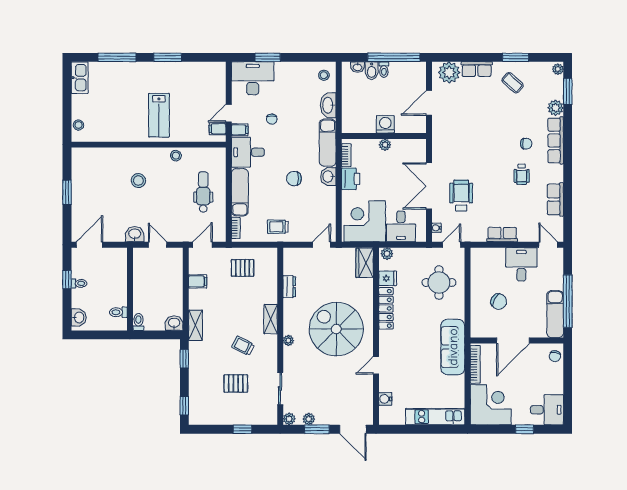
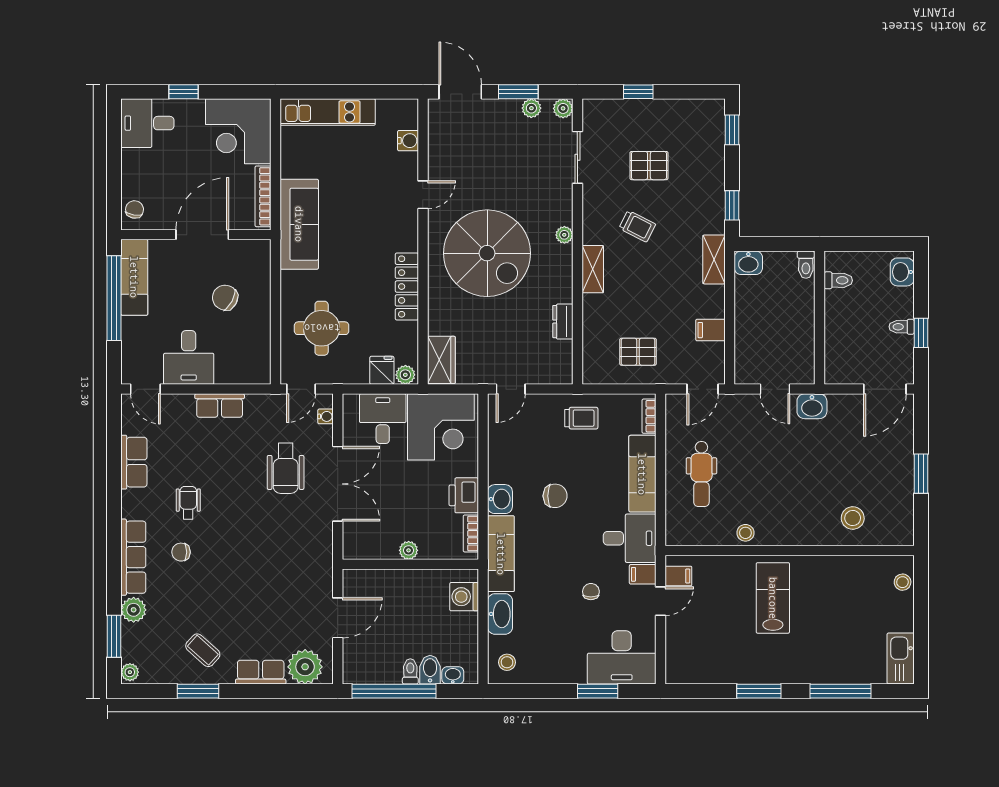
washing machine: (385, 124) -> (464, 597), moved, turned 90
stool: (138, 181) -> (853, 518), moved
fridge: (388, 278) -> (382, 370), moved, turned 90

